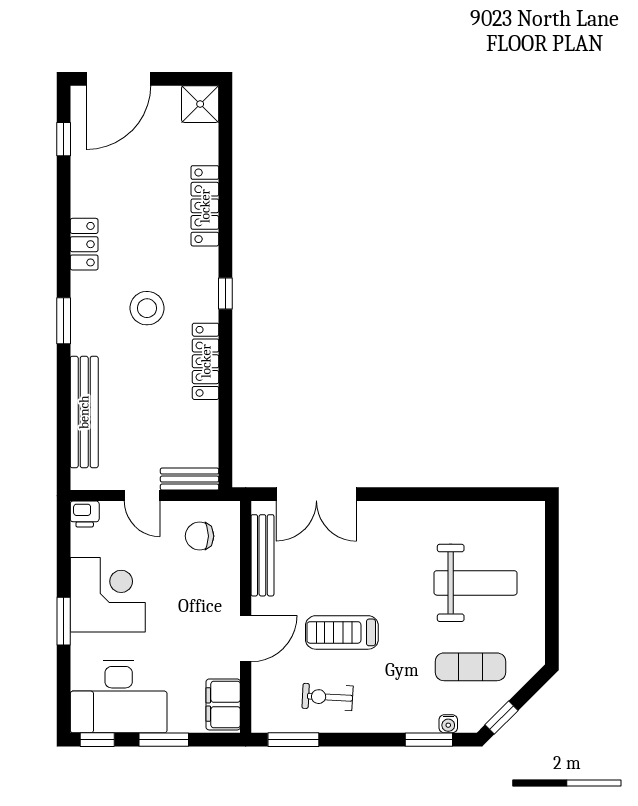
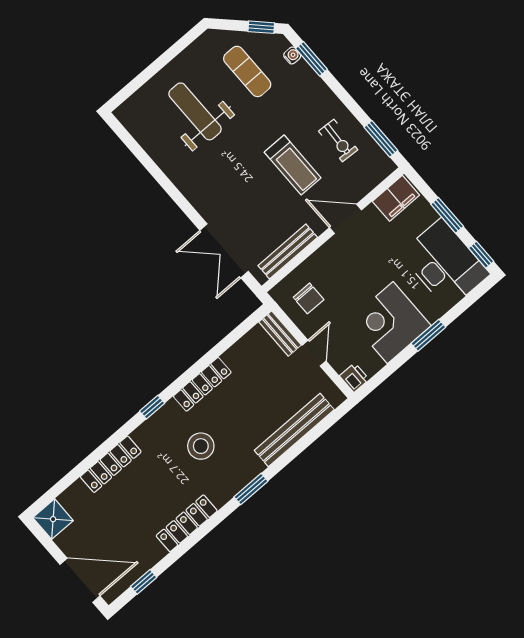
locker: (84, 244) -> (187, 523), width x1.53
double door: (316, 494) -> (224, 251), swing flipped

